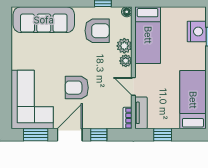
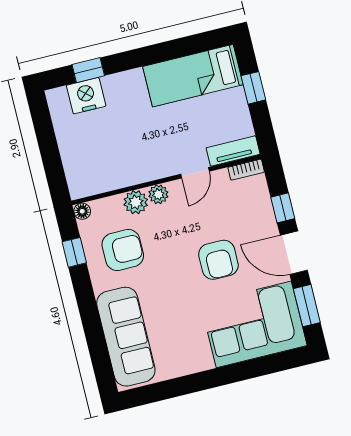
armchair: (97, 31) -> (123, 250), turned 90
bed: (148, 35) -> (110, 170), removed
window: (163, 135) -> (253, 88), moved

